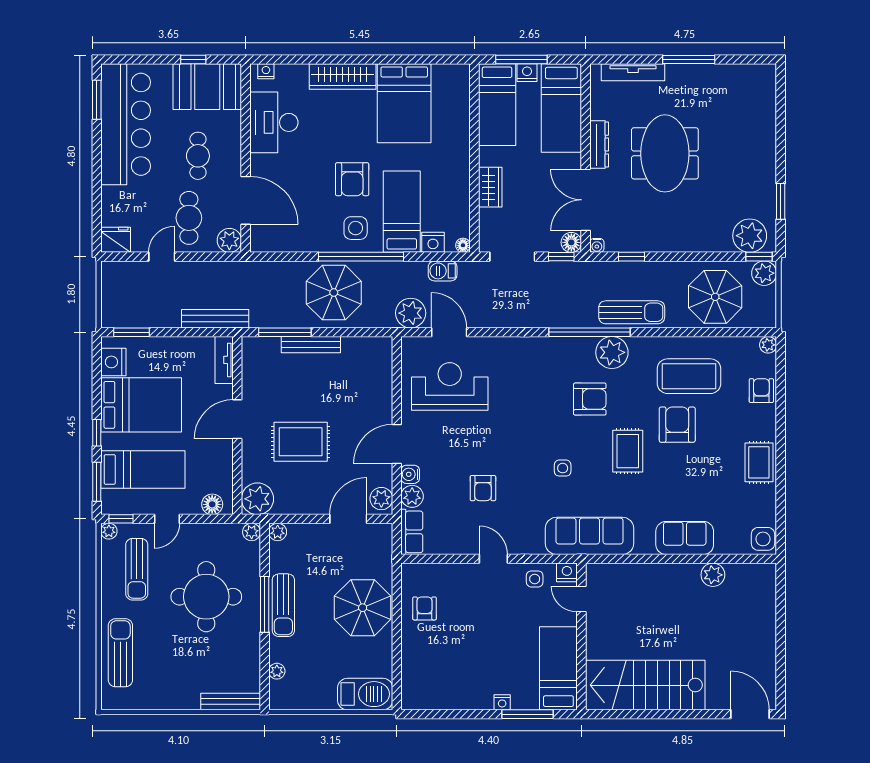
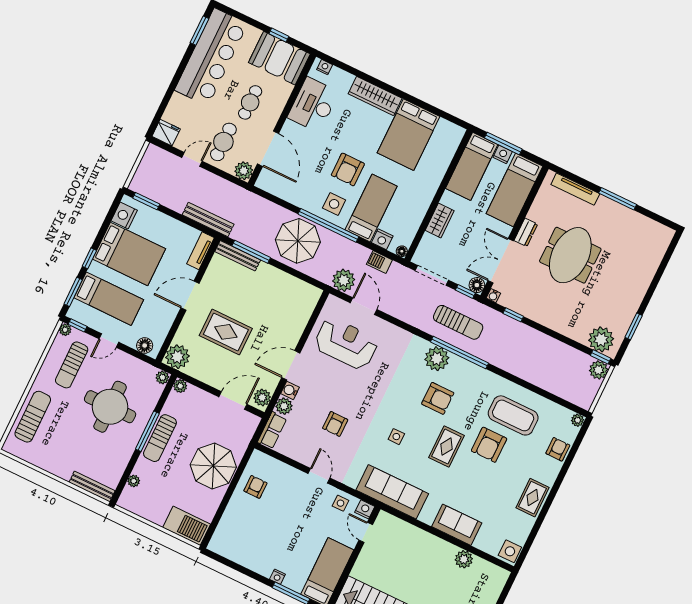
dresser: (599, 145) -> (526, 232), width x0.70
parasol: (715, 297) -> (557, 370), removed
sun lounger: (632, 312) -> (458, 322), moved
bench: (311, 345) -> (238, 256), moved
plant: (612, 352) -> (437, 359), moved
armchair: (677, 425) -> (489, 445), turned 180

